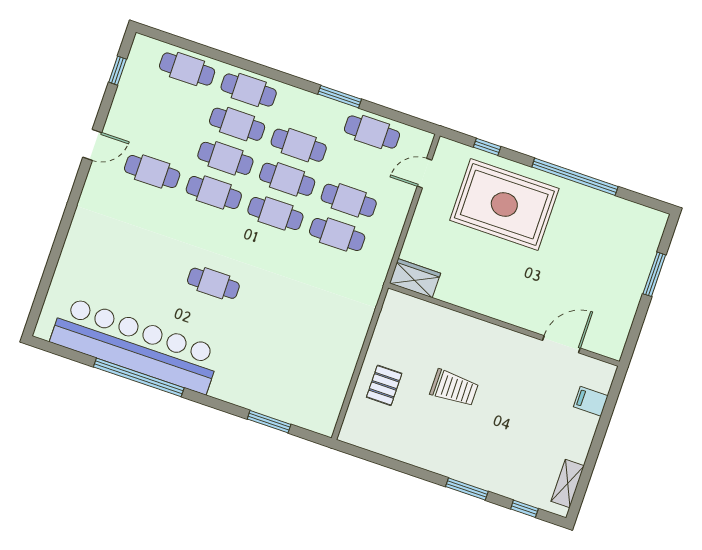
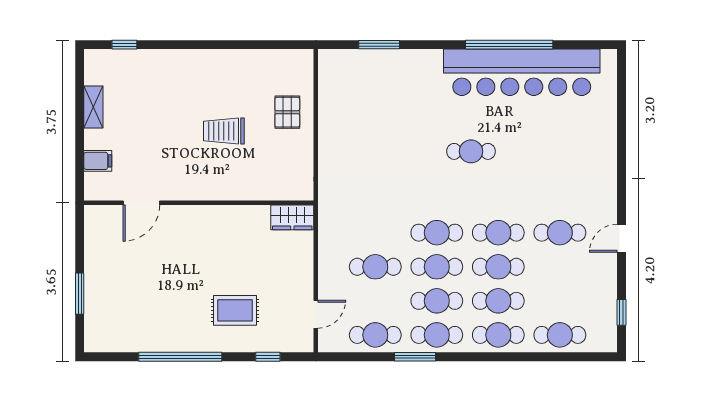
rug: (504, 204) -> (235, 310), width x0.54, depth x0.49
cafe table: (337, 235) -> (437, 335), moved
shelving: (568, 483) -> (93, 107), moved
window: (467, 489) -> (182, 45), removed

